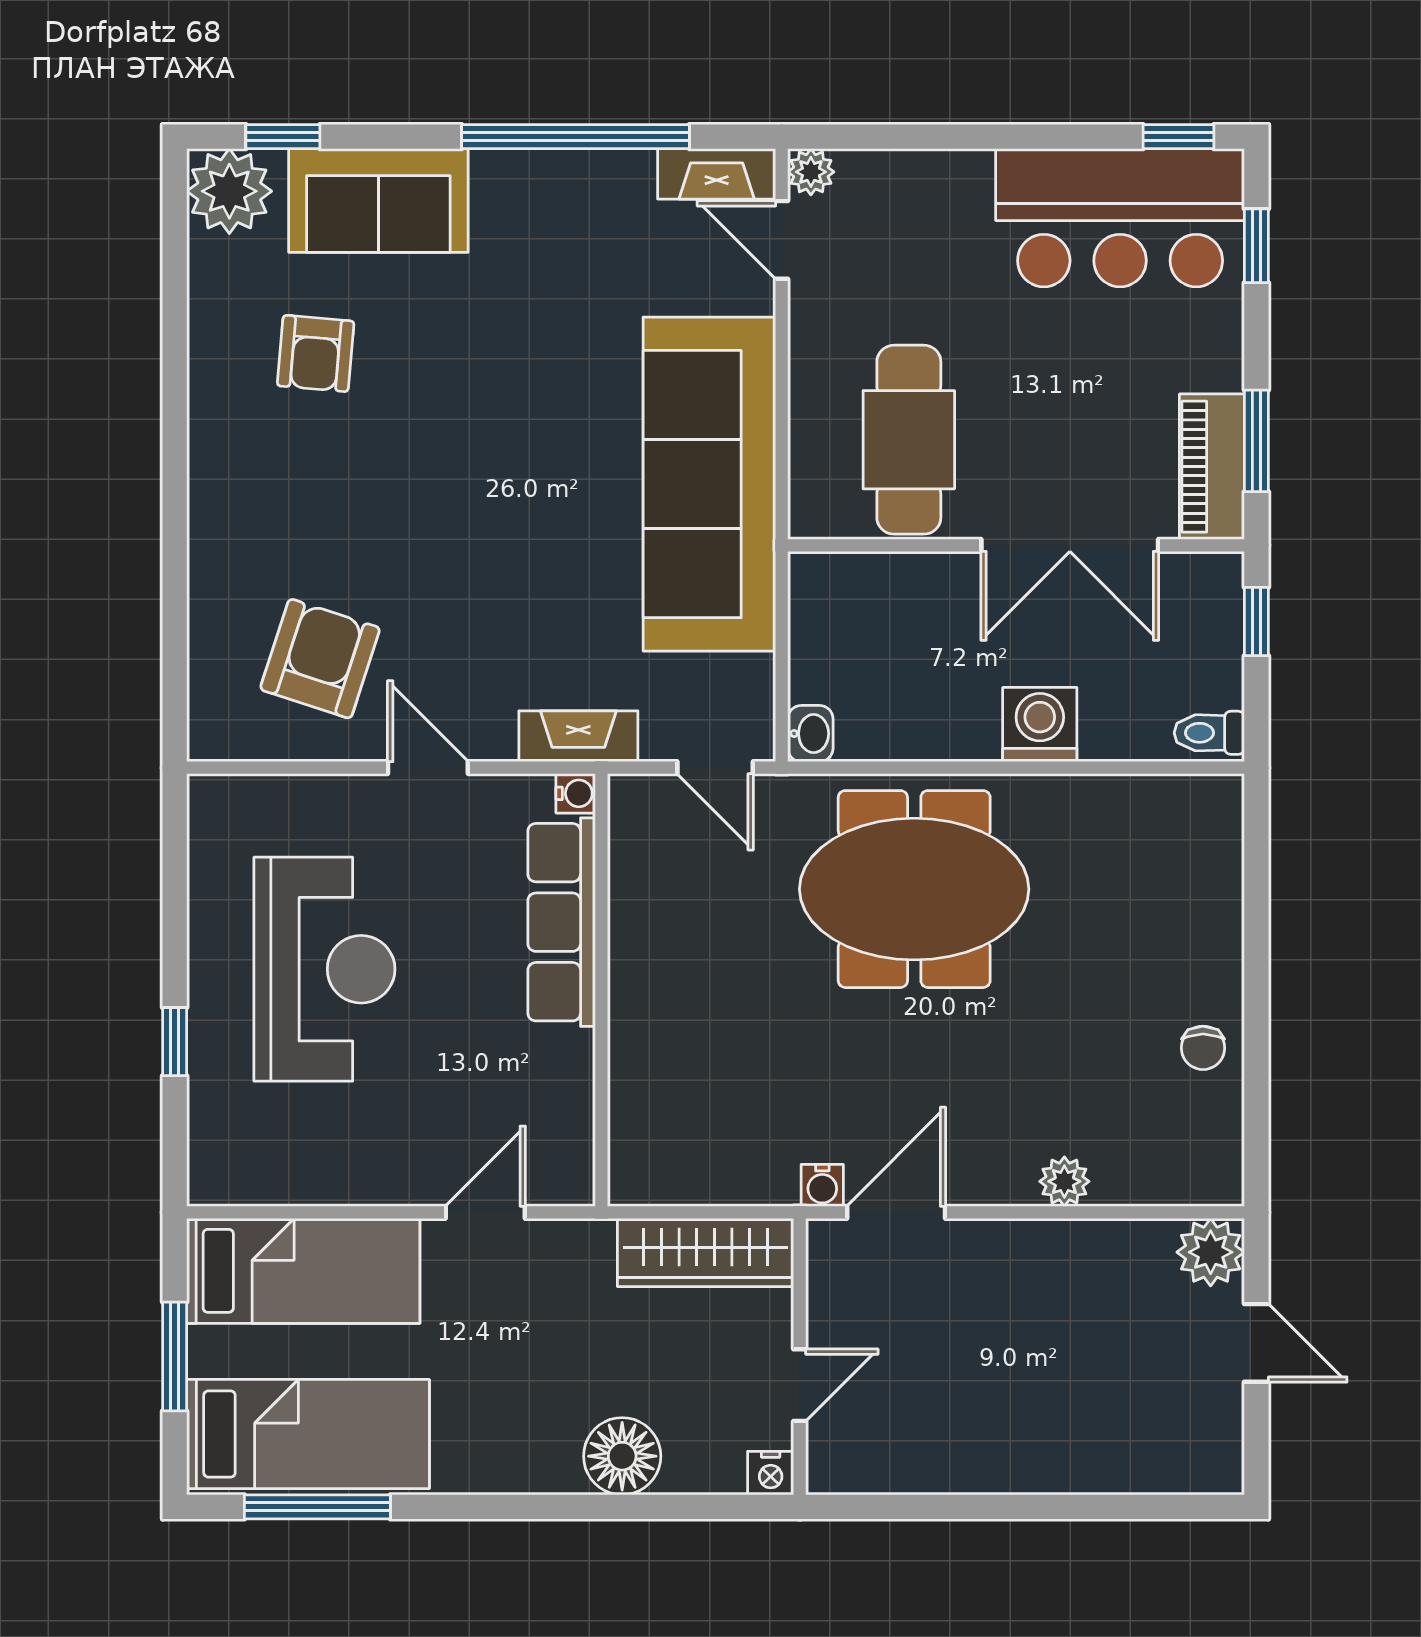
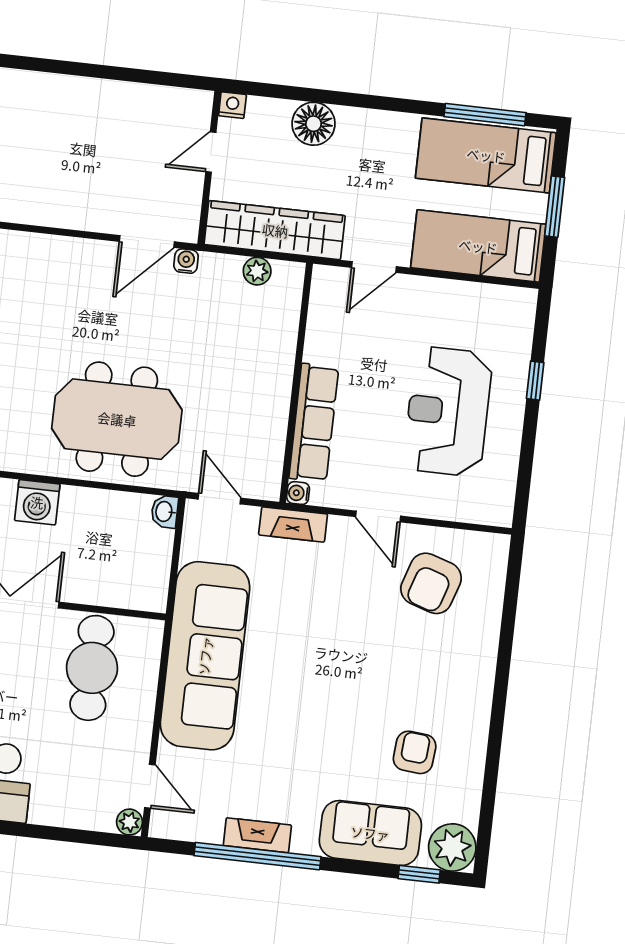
fireplace: (717, 174) -> (257, 835), moved
plant: (1064, 1181) -> (257, 271), moved
wardrobe: (705, 1252) -> (275, 230), width x1.40, depth x1.17

